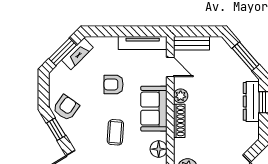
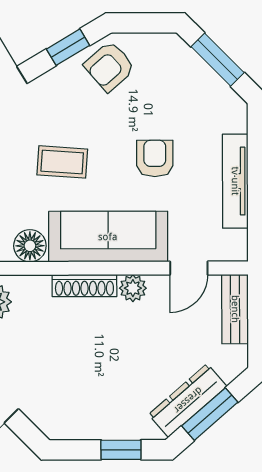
tv unit: (143, 43) -> (235, 181), moved
fireplace: (77, 54) -> (214, 88), removed
dresser: (251, 101) -> (188, 400), moved, turned -41
armchair: (66, 108) -> (110, 66), turned 104
sofa: (154, 109) -> (108, 237), width x1.36

